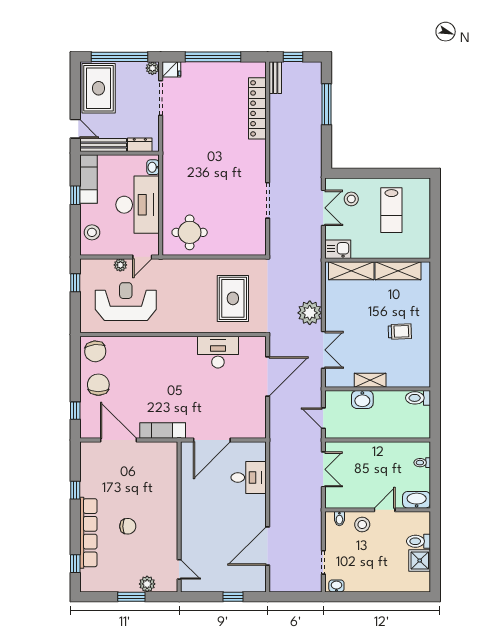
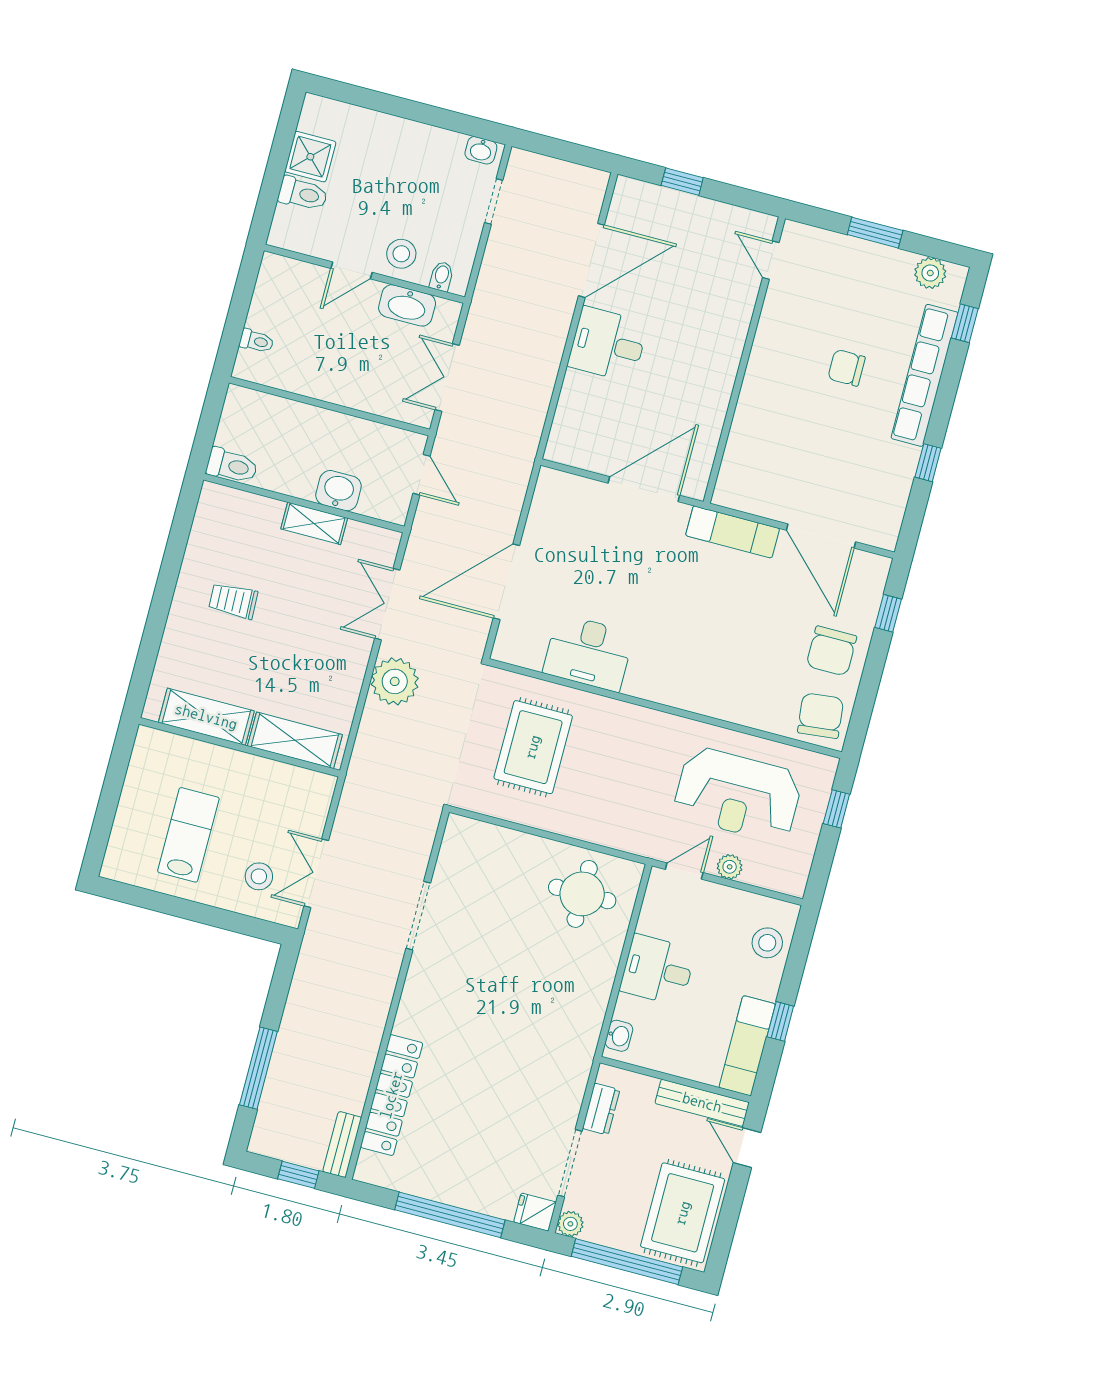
dresser: (140, 145) -> (601, 1109), moved, turned -90
desk: (137, 205) -> (658, 970), width x0.53, depth x0.77
kitchen sink: (338, 249) -> (310, 788), removed
window: (75, 283) -> (836, 809), moved
desk: (249, 477) -> (608, 344), moved
washbasin: (417, 500) -> (407, 305), moved
plant: (147, 584) -> (930, 273), moved

